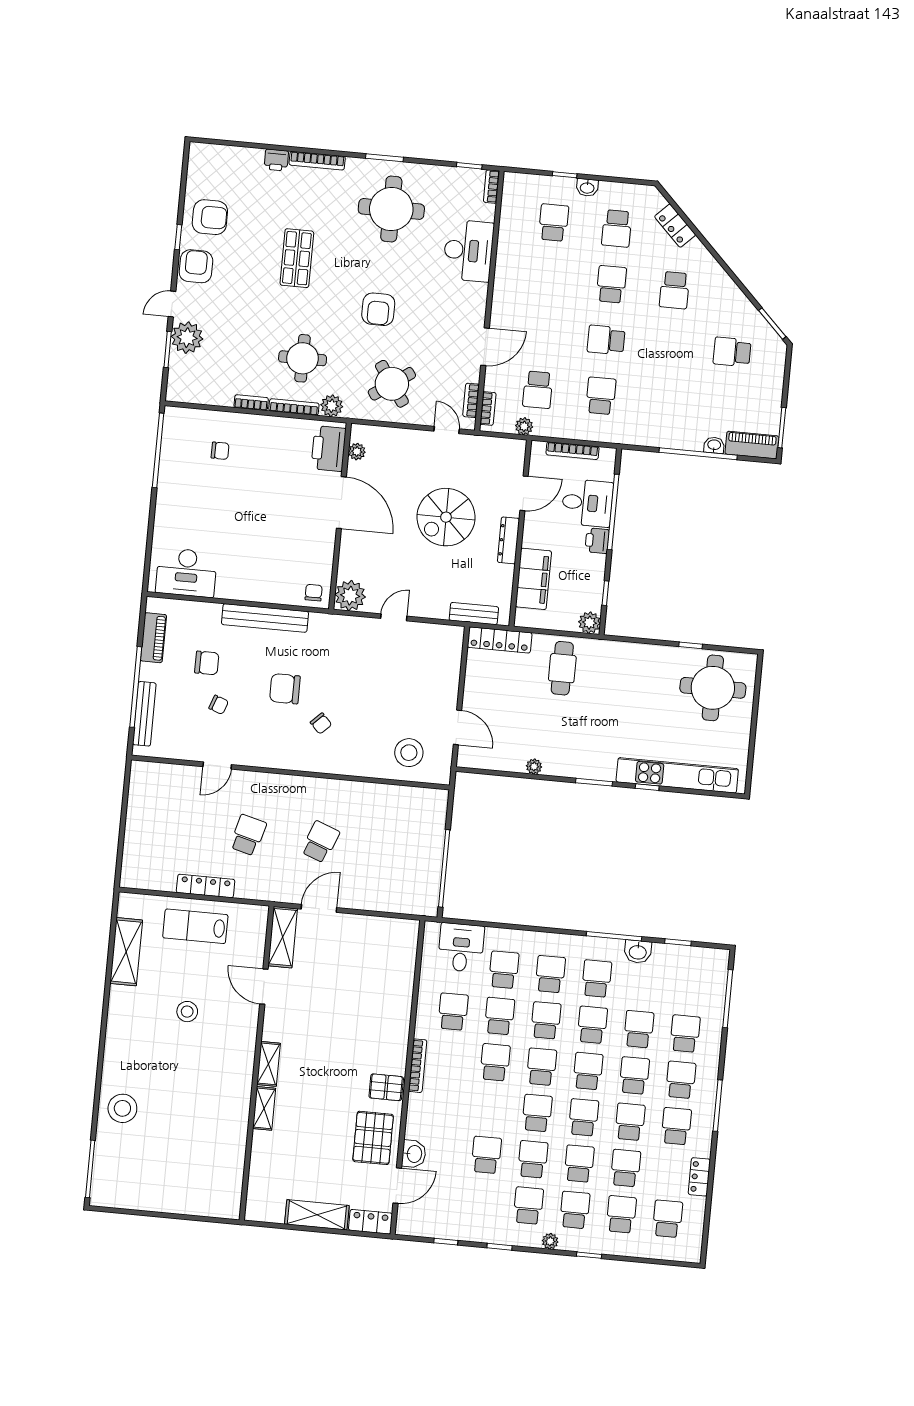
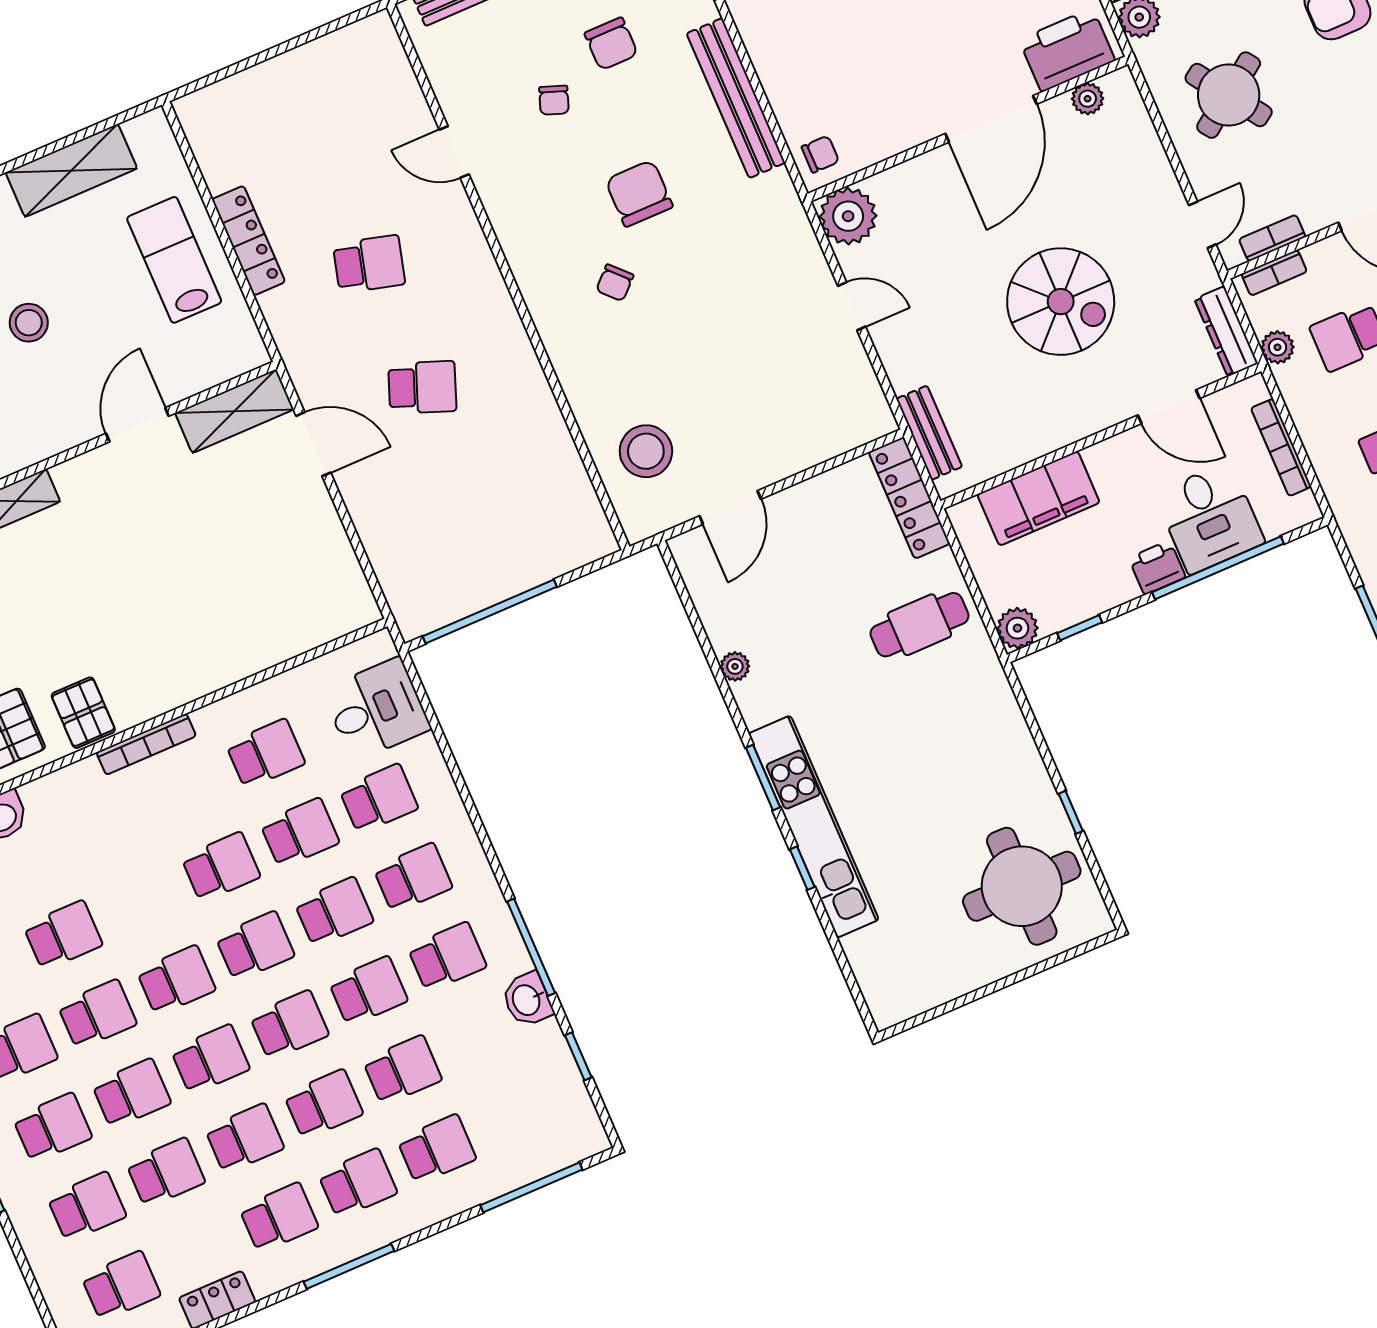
spiral stairs: (446, 517) -> (1061, 302), turned 180
dresser: (508, 540) -> (1226, 331), moved, turned -90
kitchen unit: (677, 775) -> (814, 827), moved

